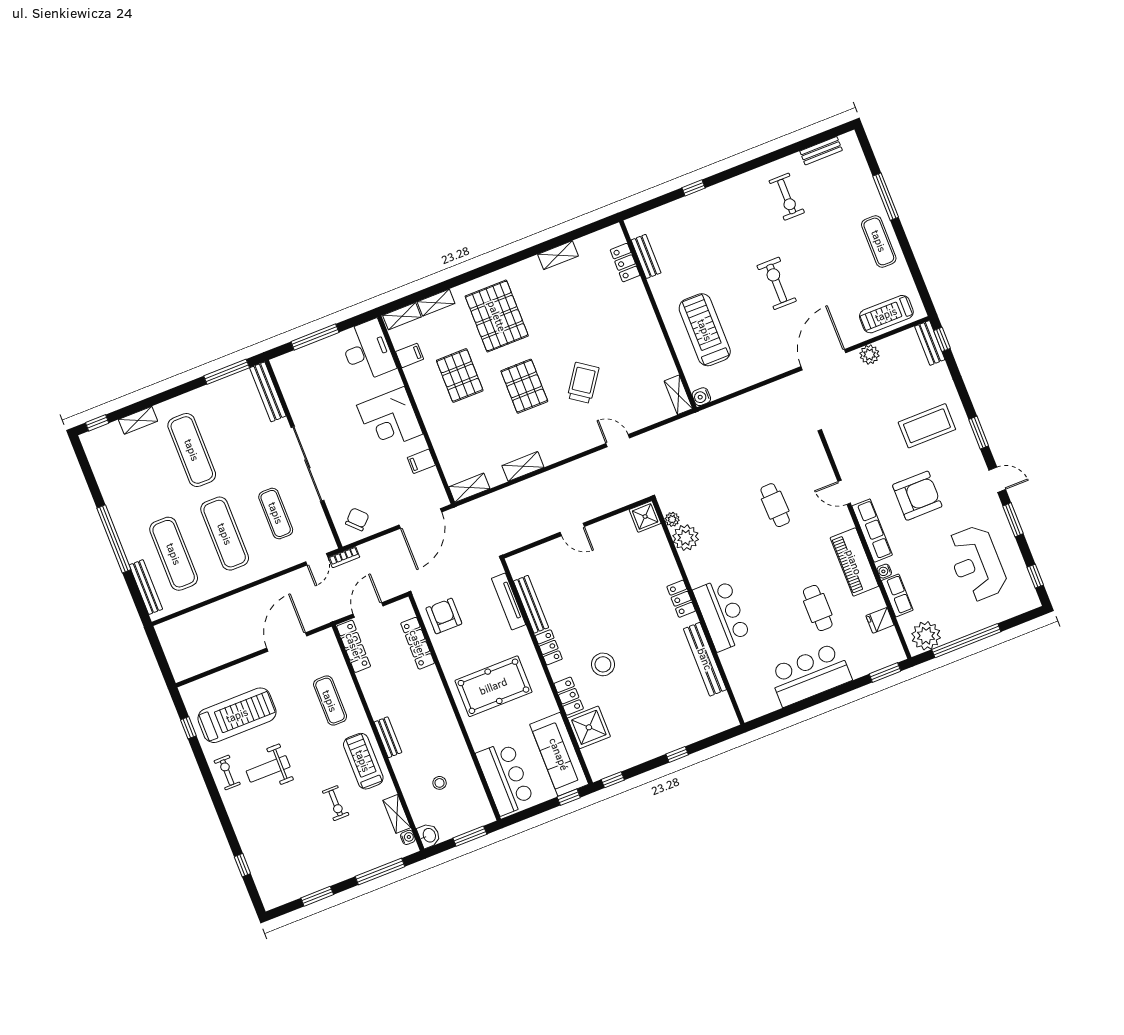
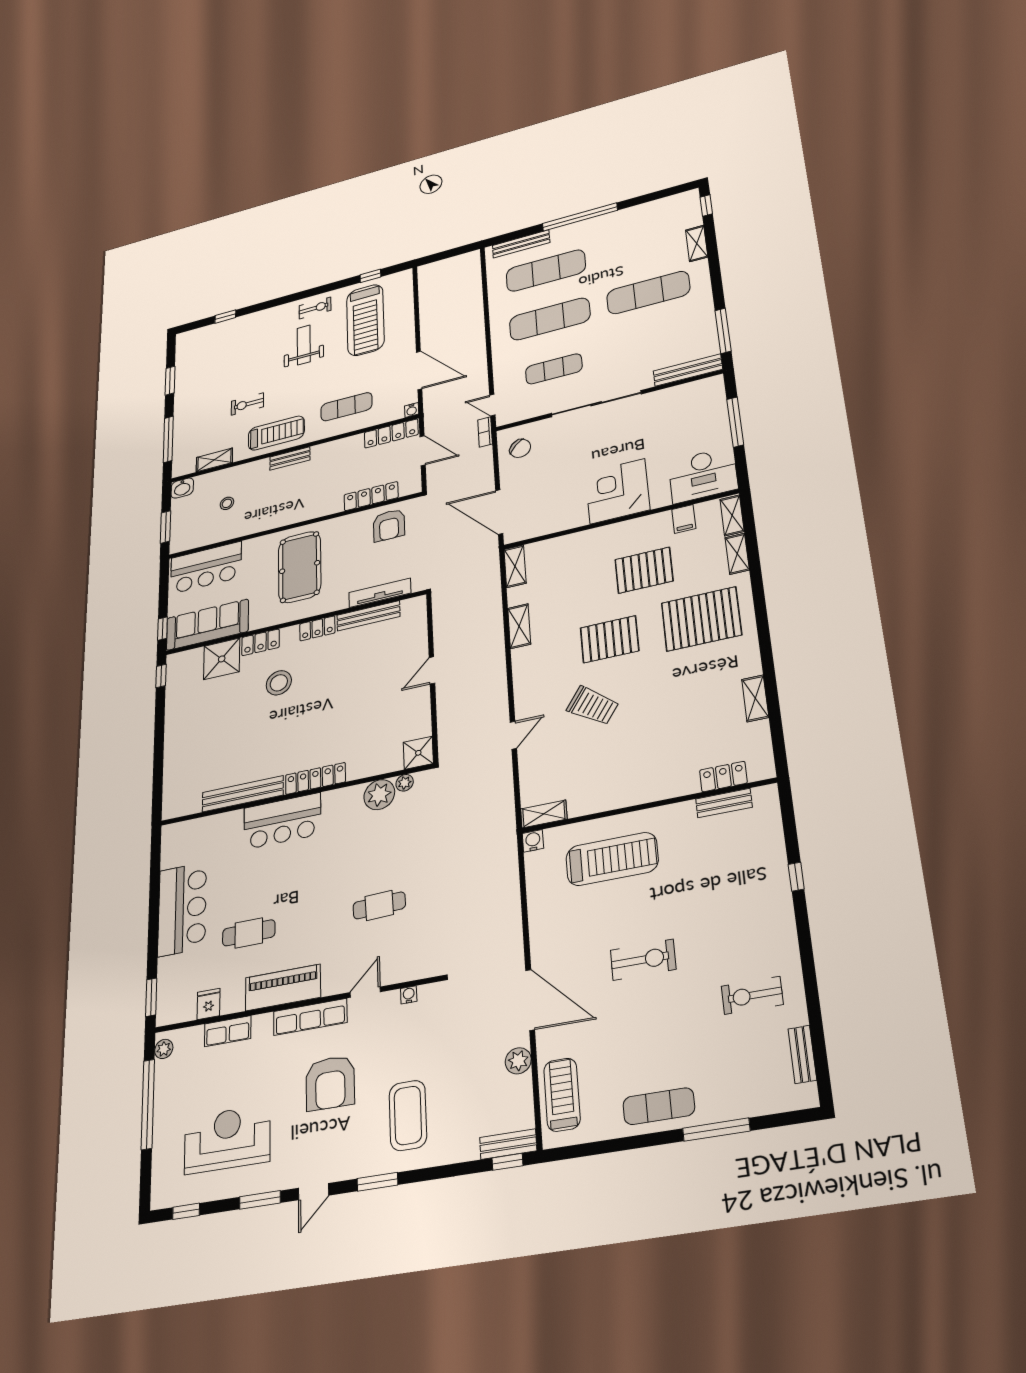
filing cabinet: (421, 461) -> (561, 519), removed
water cooler: (884, 571) -> (409, 995), moved
locker: (681, 599) -> (315, 778), width x1.53
armchair: (444, 616) -> (389, 525), turned 90
plant: (926, 636) -> (164, 1049), width x0.53, depth x0.53
window: (677, 754) -> (159, 747), removed
water cooler: (408, 837) -> (412, 410), moved

